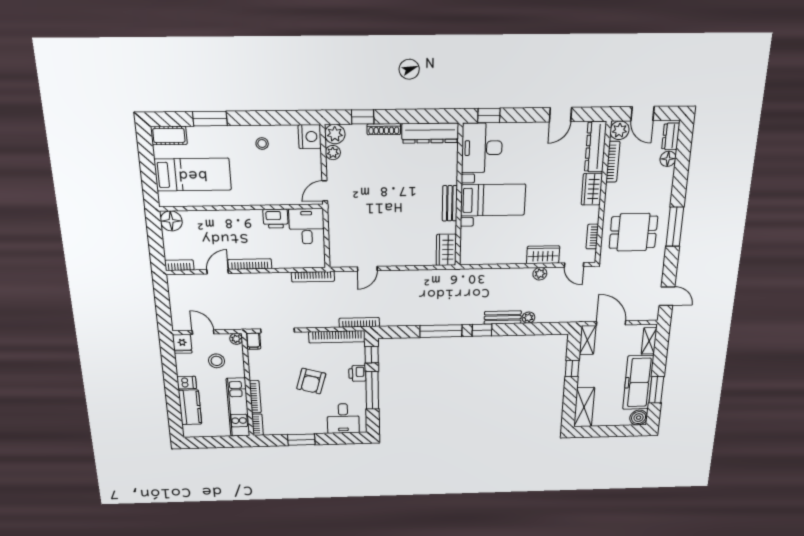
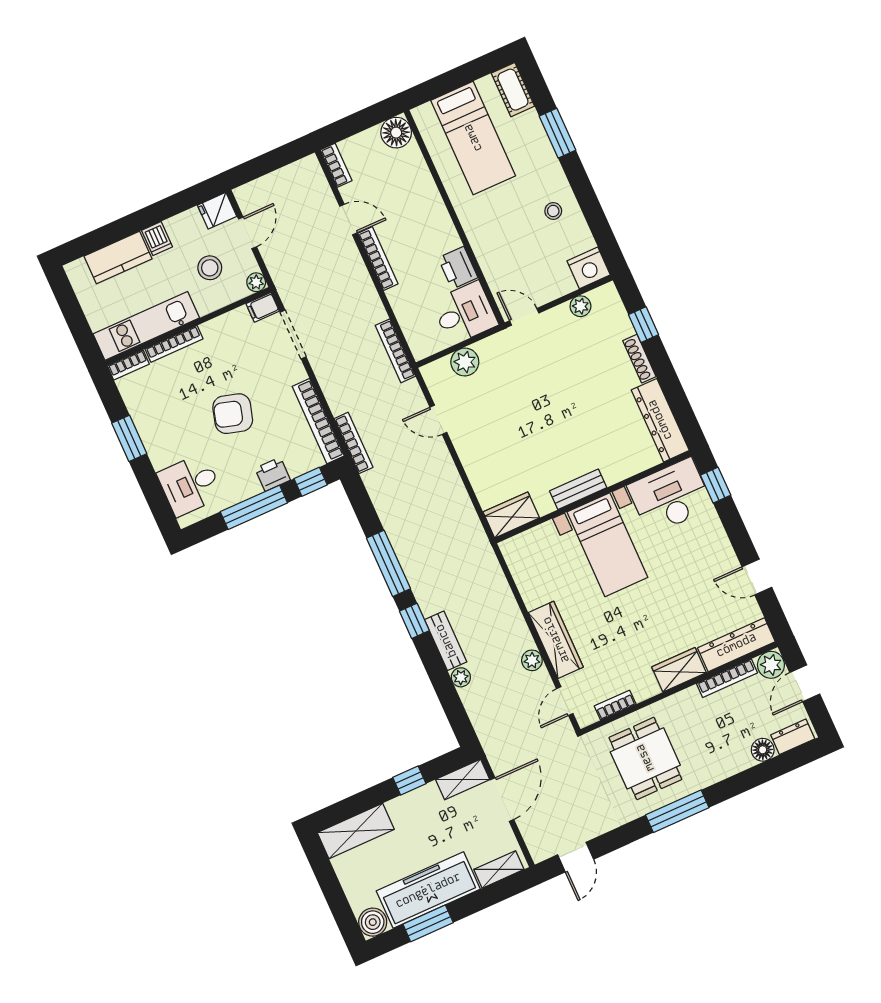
plant: (335, 134) -> (465, 362), moved
wardrobe: (543, 255) -> (556, 640), width x1.50

